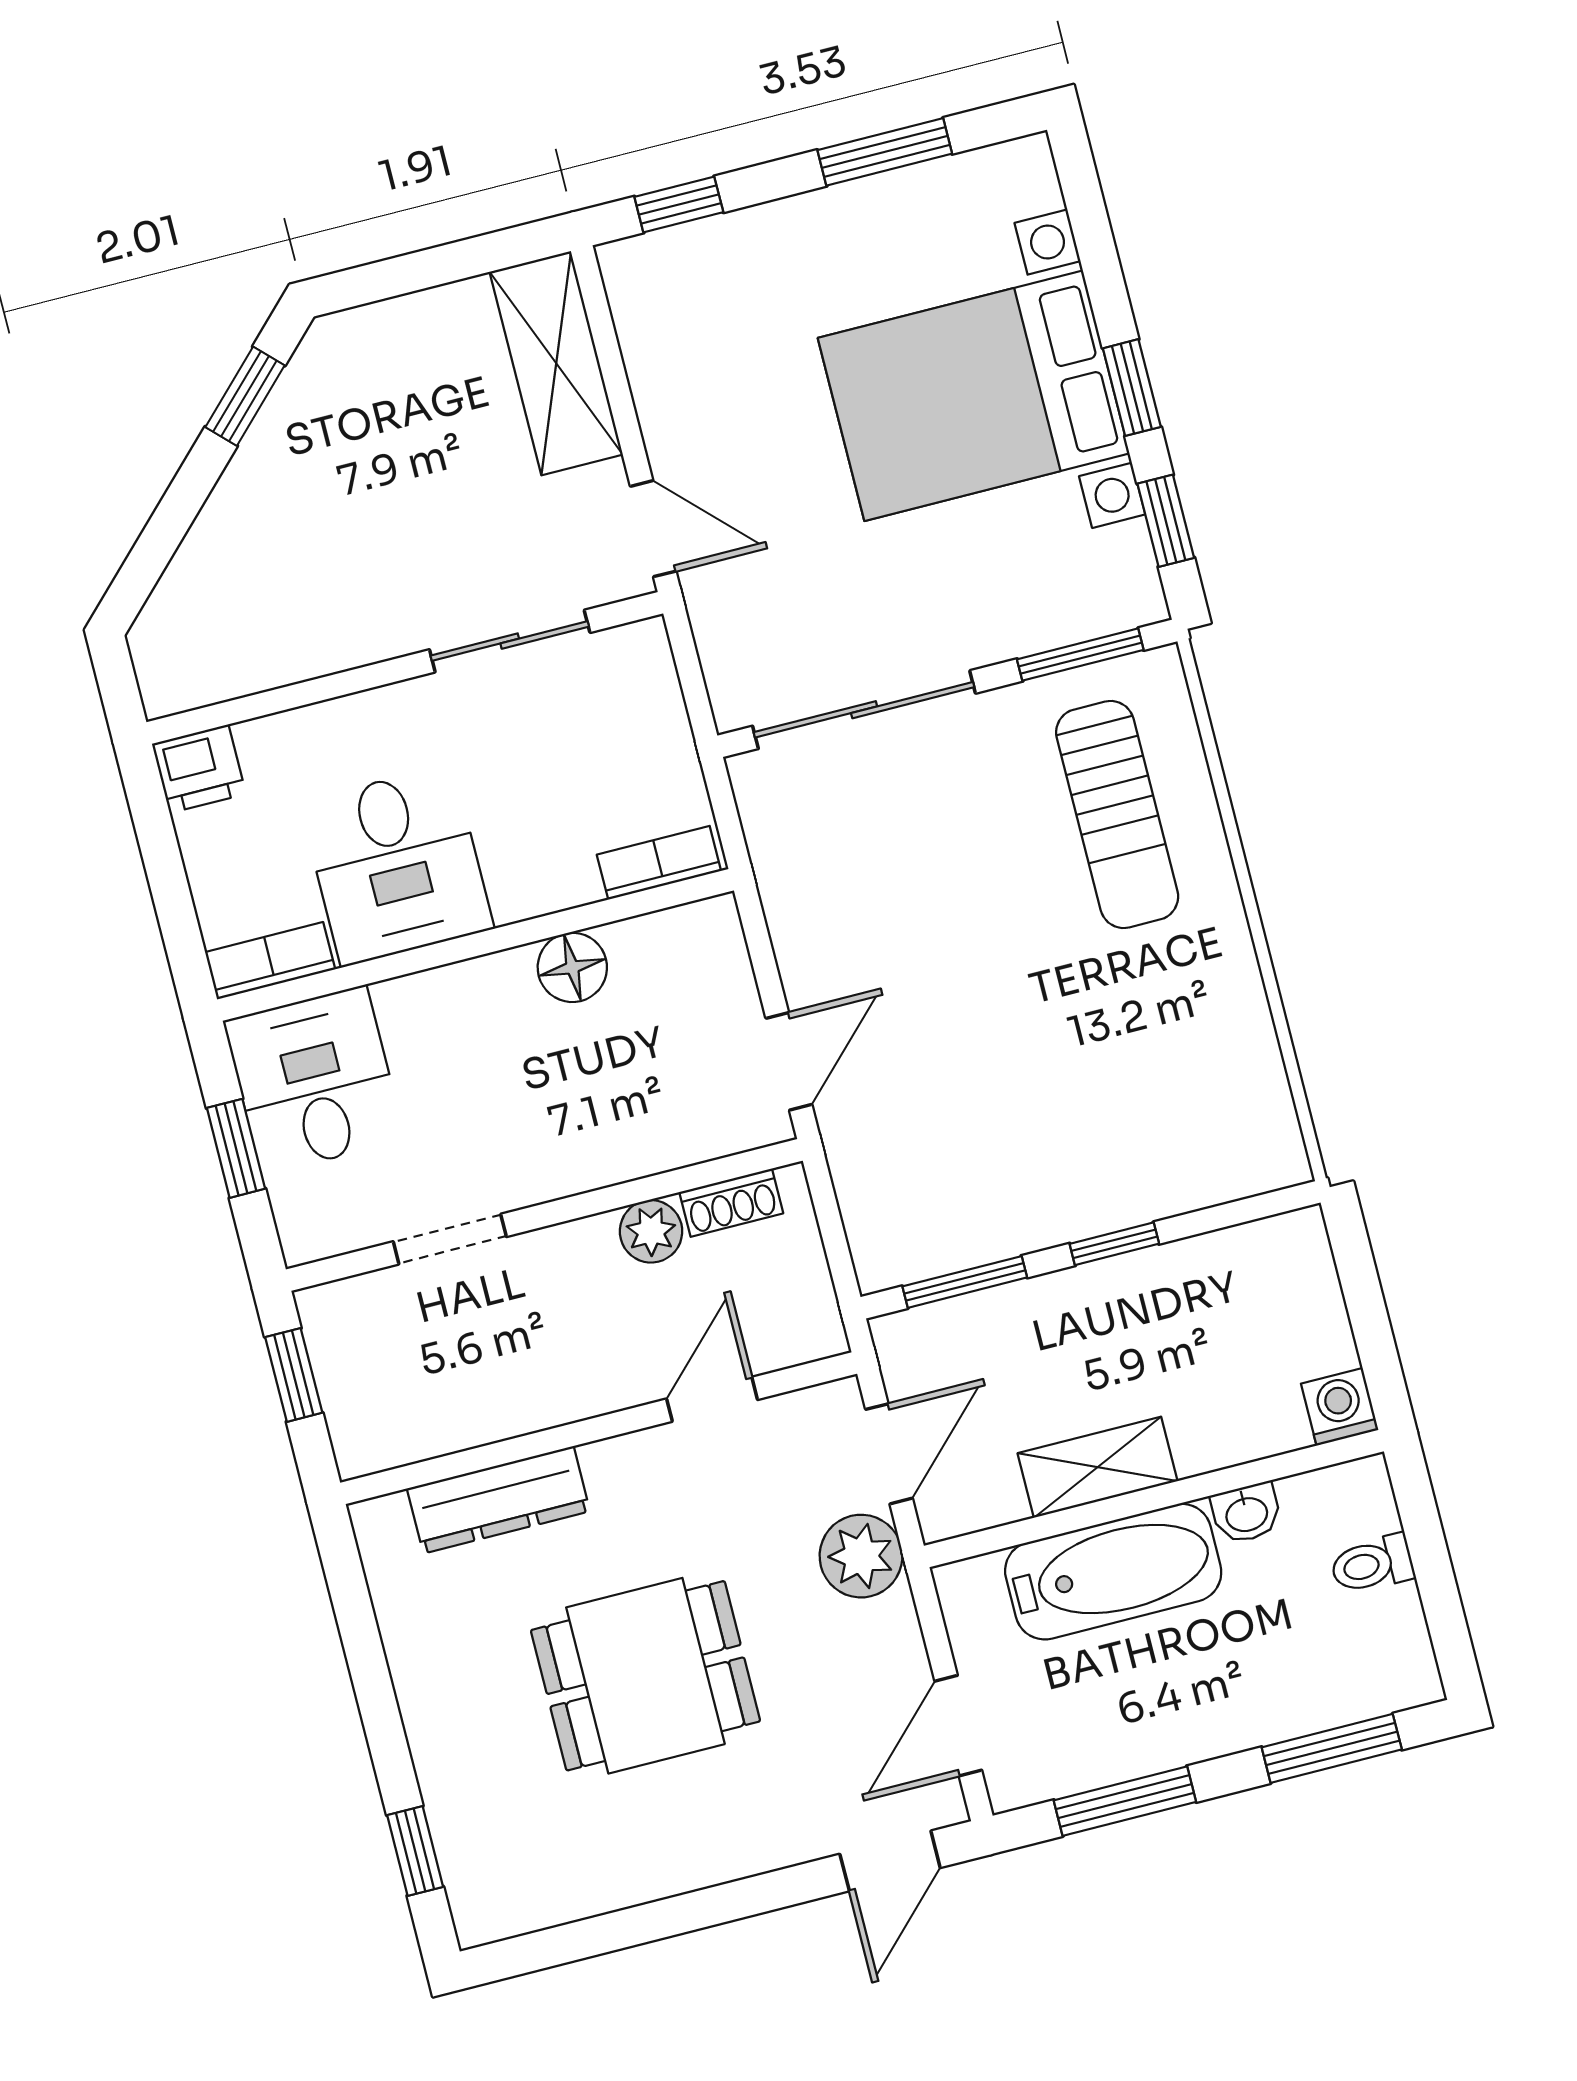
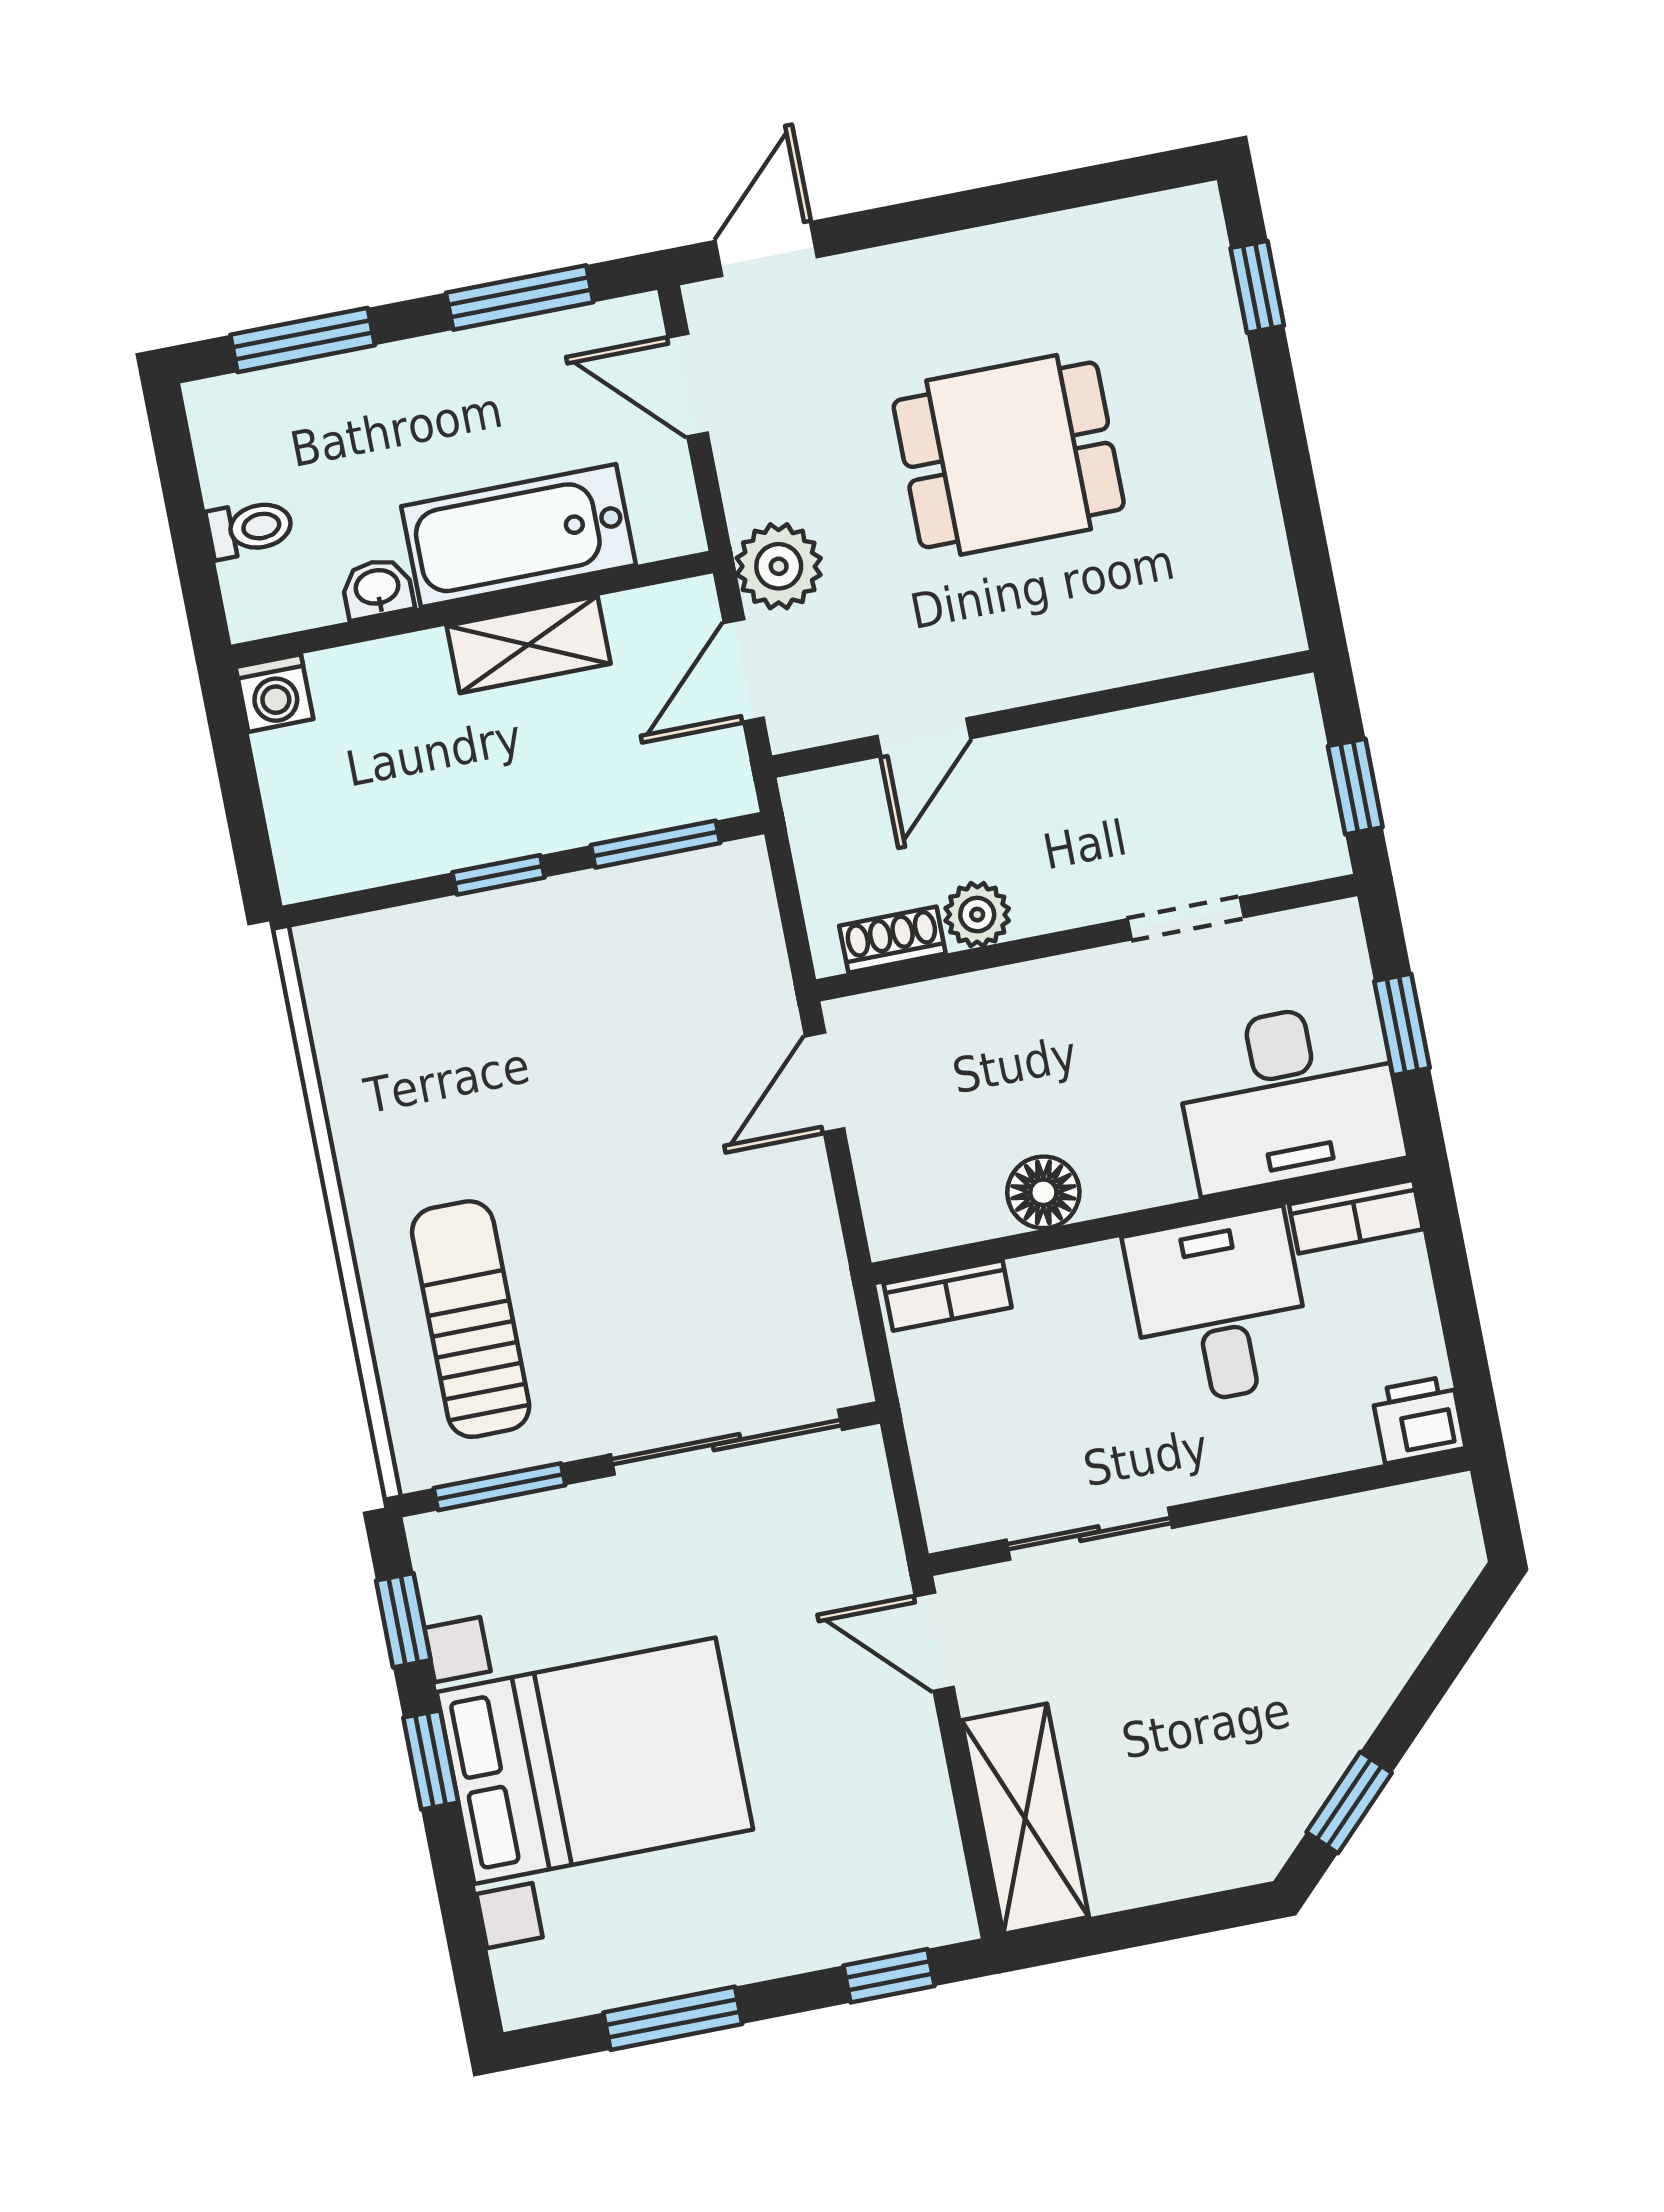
desk: (314, 1080) -> (1289, 1096), width x1.37
dresser: (498, 1500) -> (1151, 645), removed
door: (958, 1726) -> (688, 385), swing flipped

